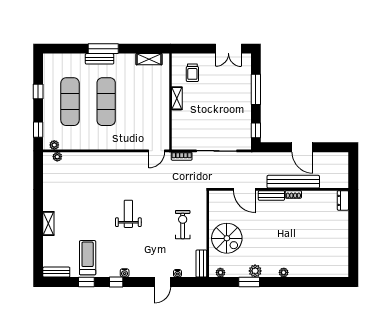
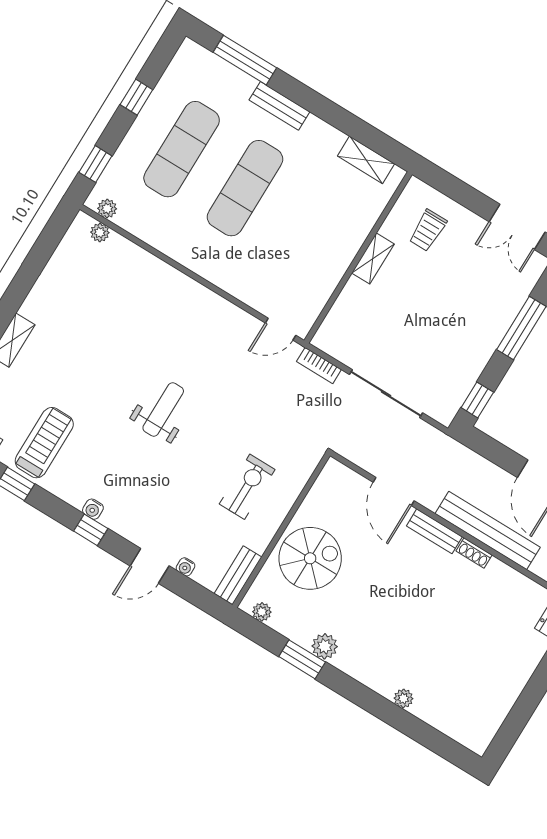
window: (103, 49) -> (245, 60), moved
spiral stairs: (227, 238) -> (310, 558), turned -90
plant: (284, 272) -> (403, 698), moved
window: (116, 282) -> (91, 530), moved

